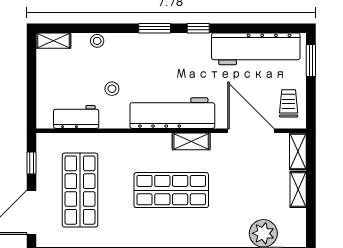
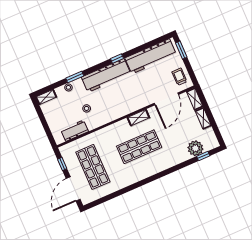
window: (155, 28) -> (75, 77), moved
workbench: (172, 113) -> (106, 75), moved, turned 180
door: (251, 131) -> (166, 99), swing flipped

